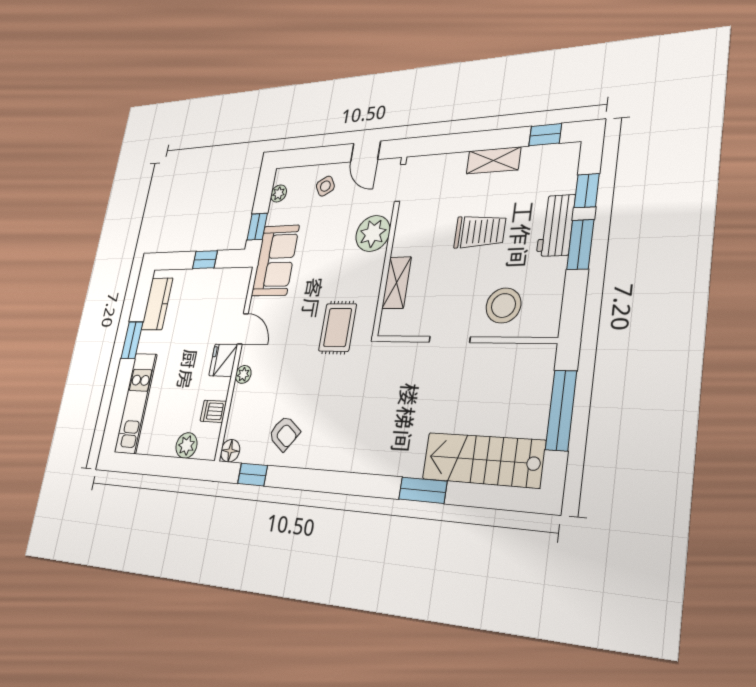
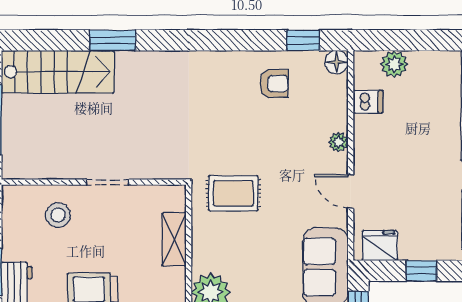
stool: (503, 305) -> (58, 215), width x0.73, depth x0.73
rug: (338, 327) -> (233, 193), turned 90
fridge: (223, 360) -> (380, 246), moved, turned -90
armchair: (284, 433) -> (274, 84), turned 143

